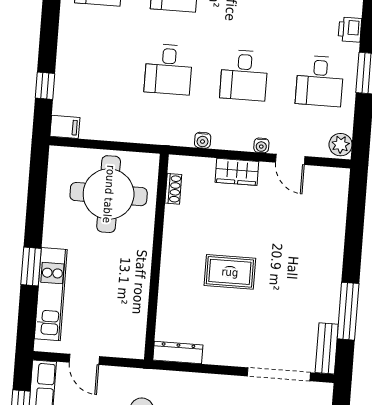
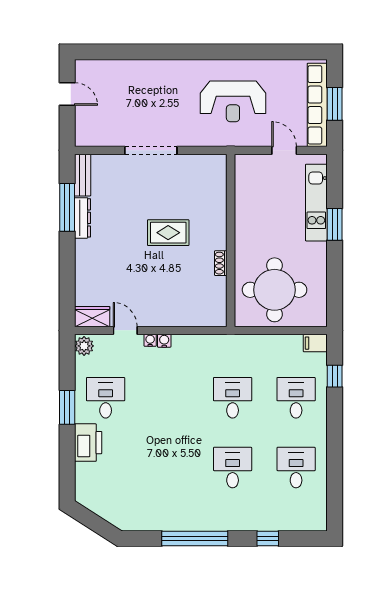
printer: (350, 30) -> (88, 443), width x1.87, depth x1.48
desk: (244, 75) -> (296, 398), moved
water cooler: (203, 140) -> (164, 341), moved
wardrobe: (237, 172) -> (92, 317), moved
shoe rack: (173, 189) -> (221, 263), moved
dresser: (178, 353) -> (83, 218), moved, turned -90
doorway: (279, 374) -> (151, 150), moved

